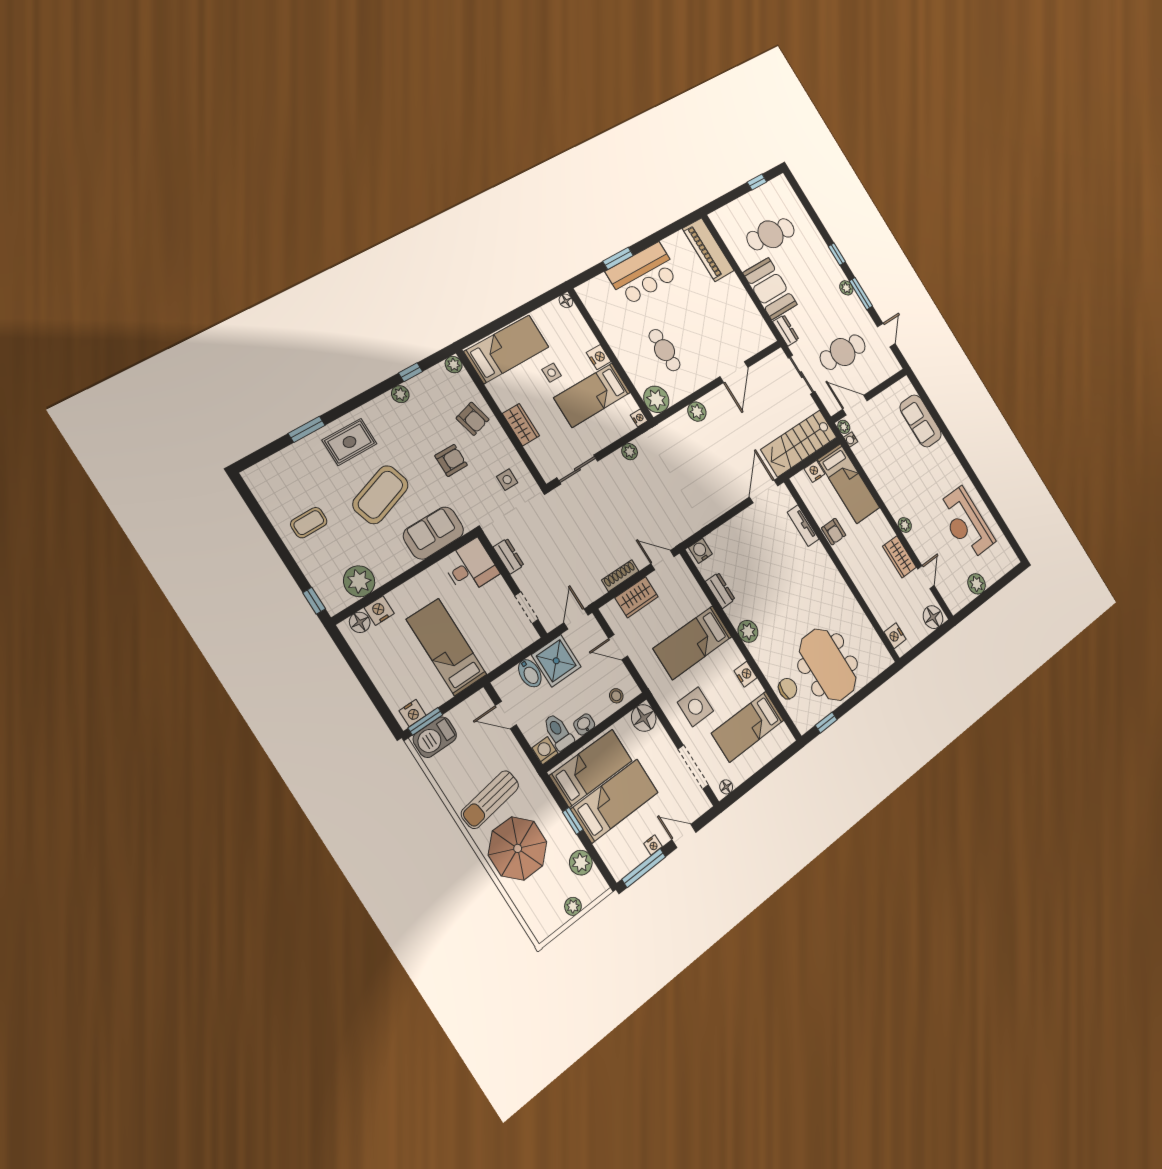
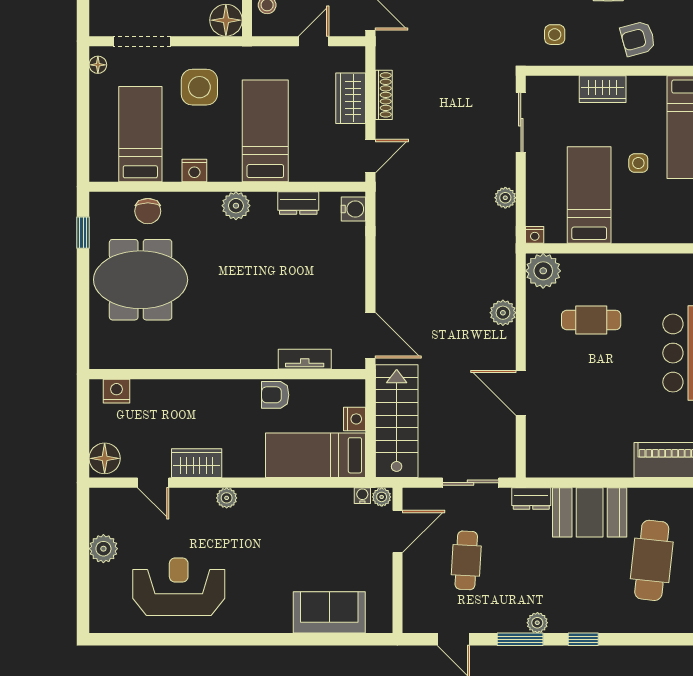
cafe table: (843, 352) -> (466, 560), width x0.73, depth x0.74
nightstand: (599, 357) -> (626, 232), removed

